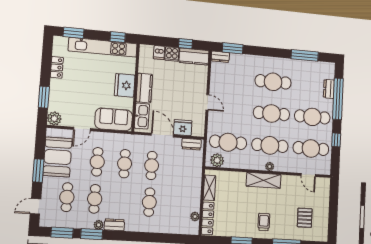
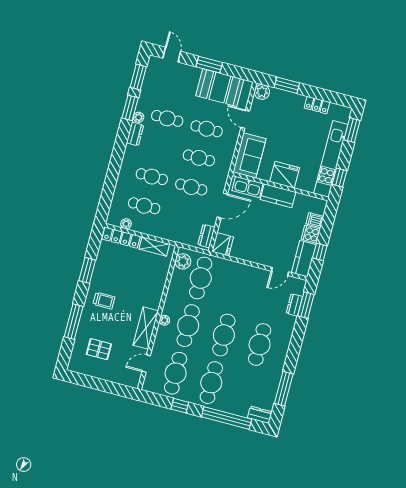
dresser: (220, 57) -> (294, 305), moved
dresser: (329, 89) -> (260, 415), moved
door: (207, 102) -> (280, 271), moved
fridge: (183, 128) -> (223, 244), moved
shelving: (264, 180) -> (146, 328), moved
cafe table: (67, 197) -> (144, 206), moved

